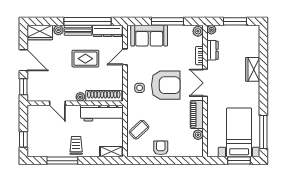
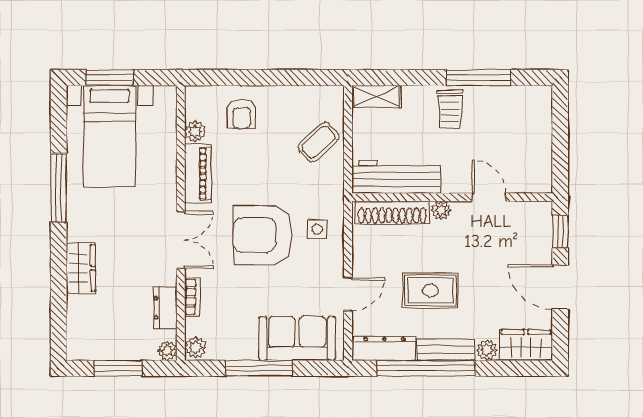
window: (263, 132) -> (59, 188), moved
window: (23, 139) -> (560, 122), removed
armchair: (161, 148) -> (242, 114), moved

